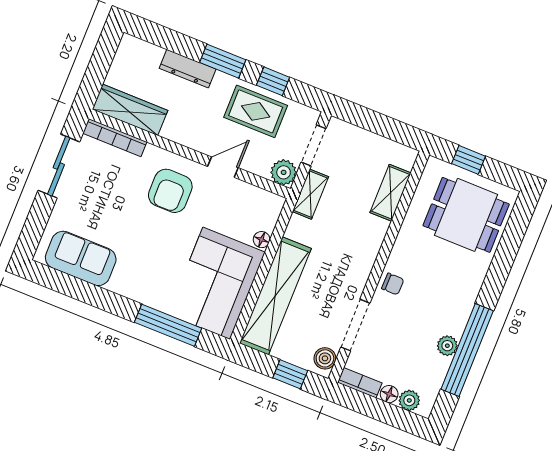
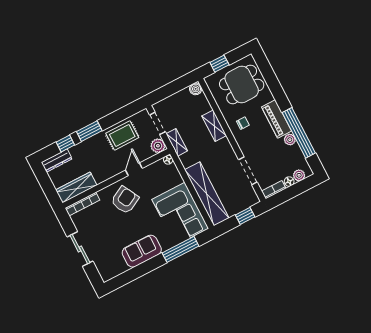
dresser: (188, 69) -> (57, 161), moved
window: (273, 81) -> (65, 143), moved
sliding door: (59, 166) -> (80, 249), moved
armchair: (170, 191) -> (125, 200), turned -118
shelving: (390, 193) -> (214, 126), moved
floor lamp: (262, 240) -> (168, 160), moved
sofa: (81, 258) -> (142, 251), moved
chair: (393, 284) -> (243, 123), moved
piano: (460, 303) -> (277, 119), added
boiler: (325, 358) -> (196, 89), moved

